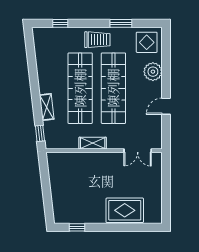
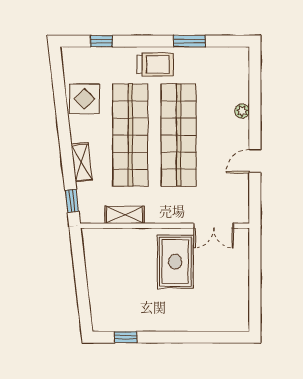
display table: (147, 42) -> (84, 99), moved
plant: (153, 72) -> (242, 111), width x0.53, depth x0.53
shelving: (93, 143) -> (125, 215), moved
rug: (125, 210) -> (175, 262), moved, turned 90

